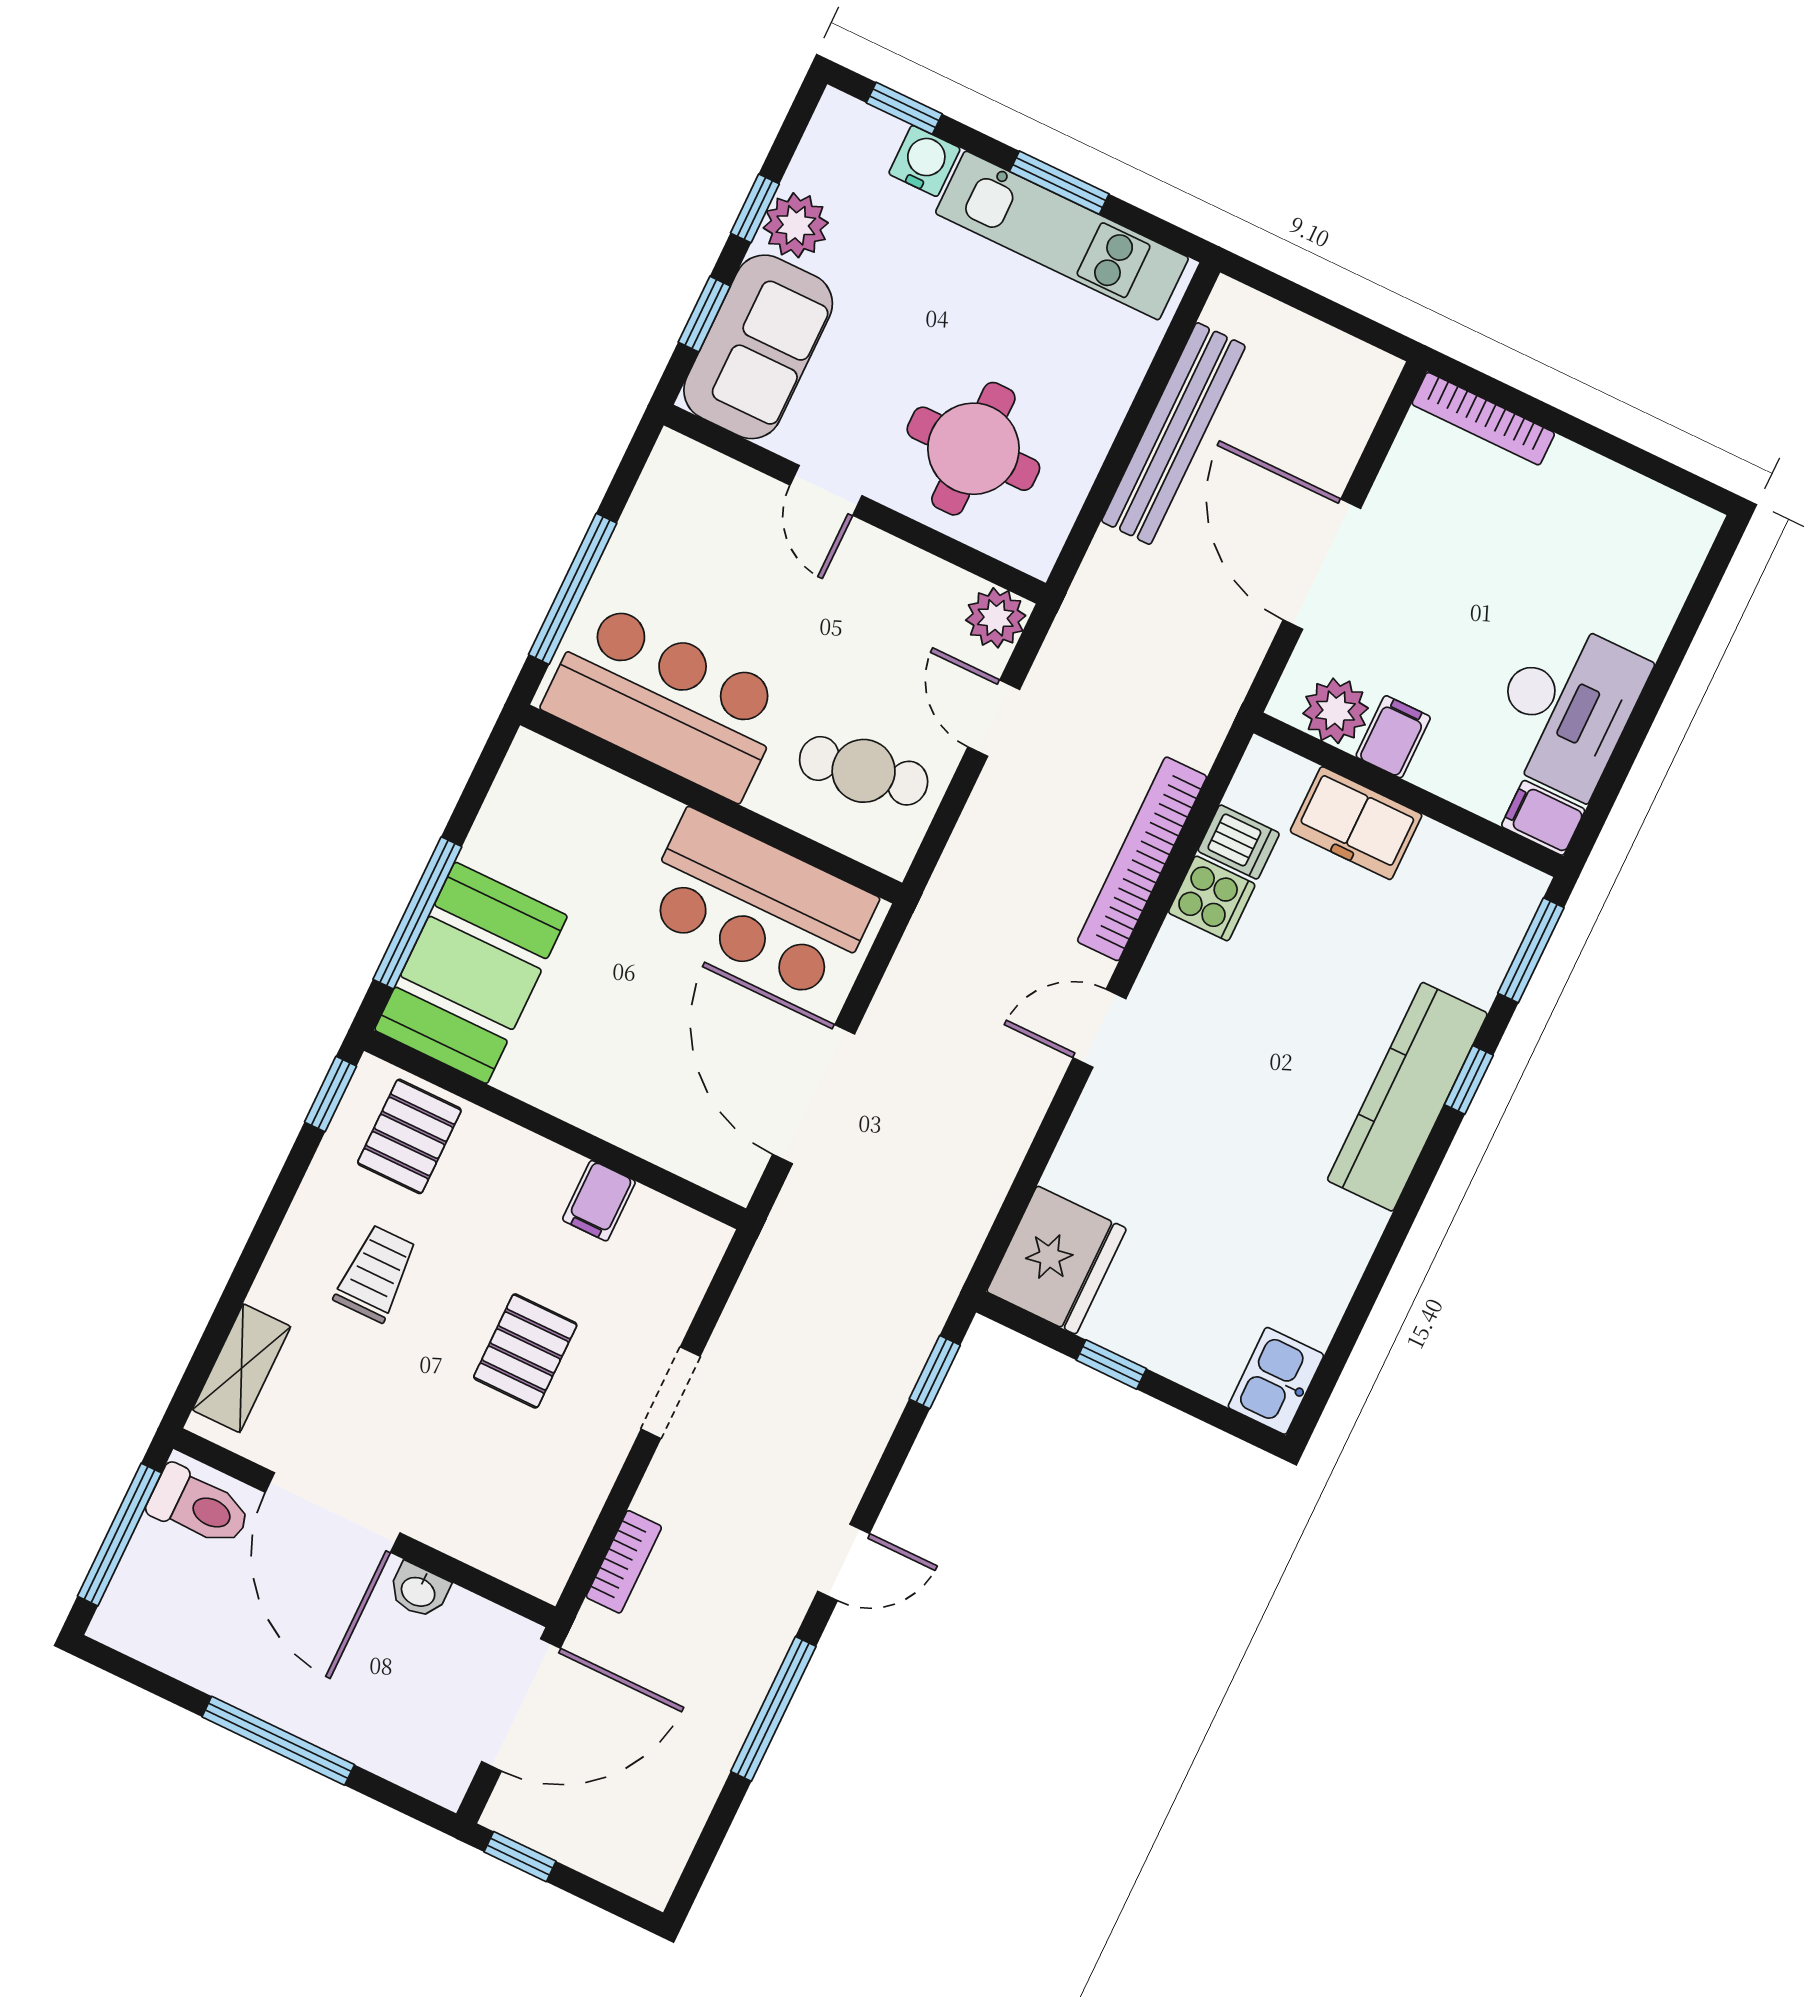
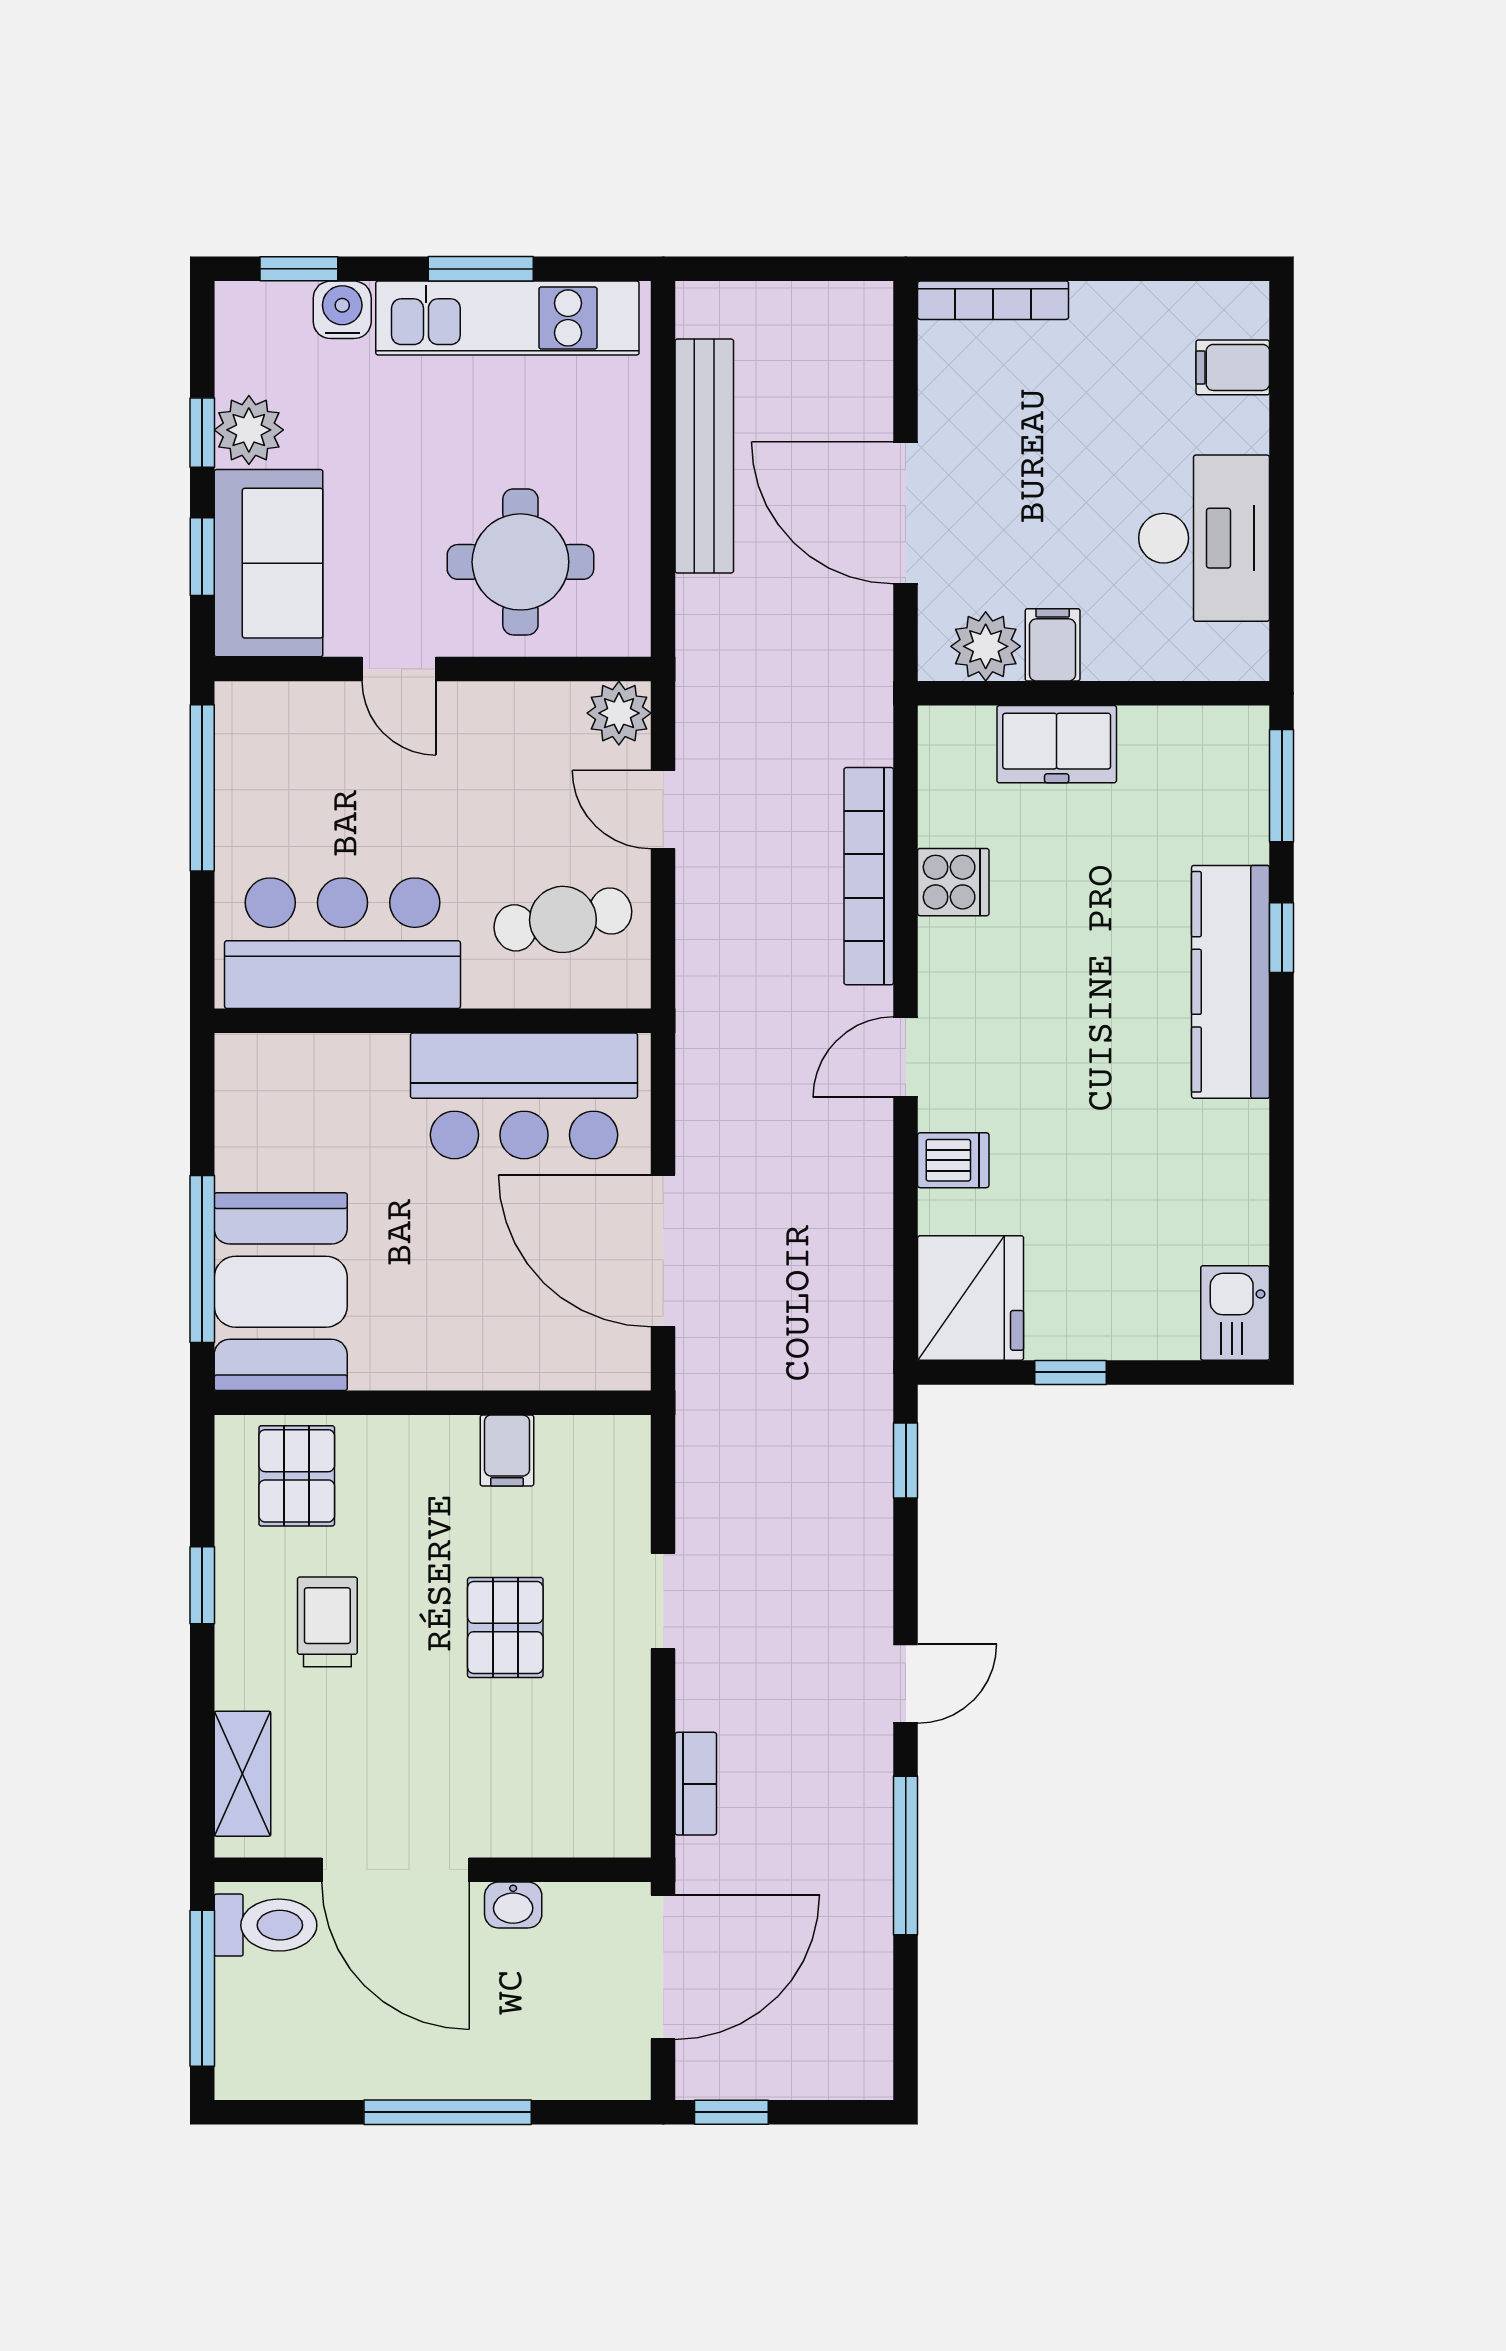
window: (573, 589) -> (202, 788), moved
filing cabinet: (1543, 818) -> (1233, 367), moved
dishwasher: (1239, 842) -> (953, 1160), moved
window: (331, 1094) -> (202, 1585), moved

